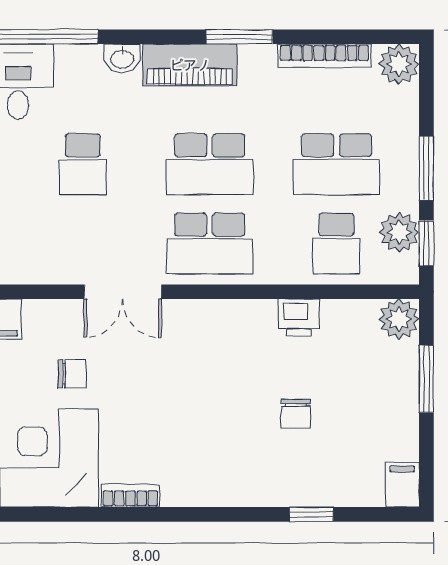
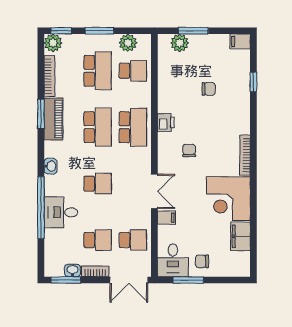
piano: (190, 65) -> (53, 119), moved
window: (426, 243) -> (61, 31), moved
double door: (123, 292) -> (154, 191), moved
printer: (299, 317) -> (166, 122), moved
plant: (399, 319) -> (180, 43), moved
chair: (72, 374) -> (189, 151), moved
bookcase: (130, 496) -> (245, 155), width x1.56

